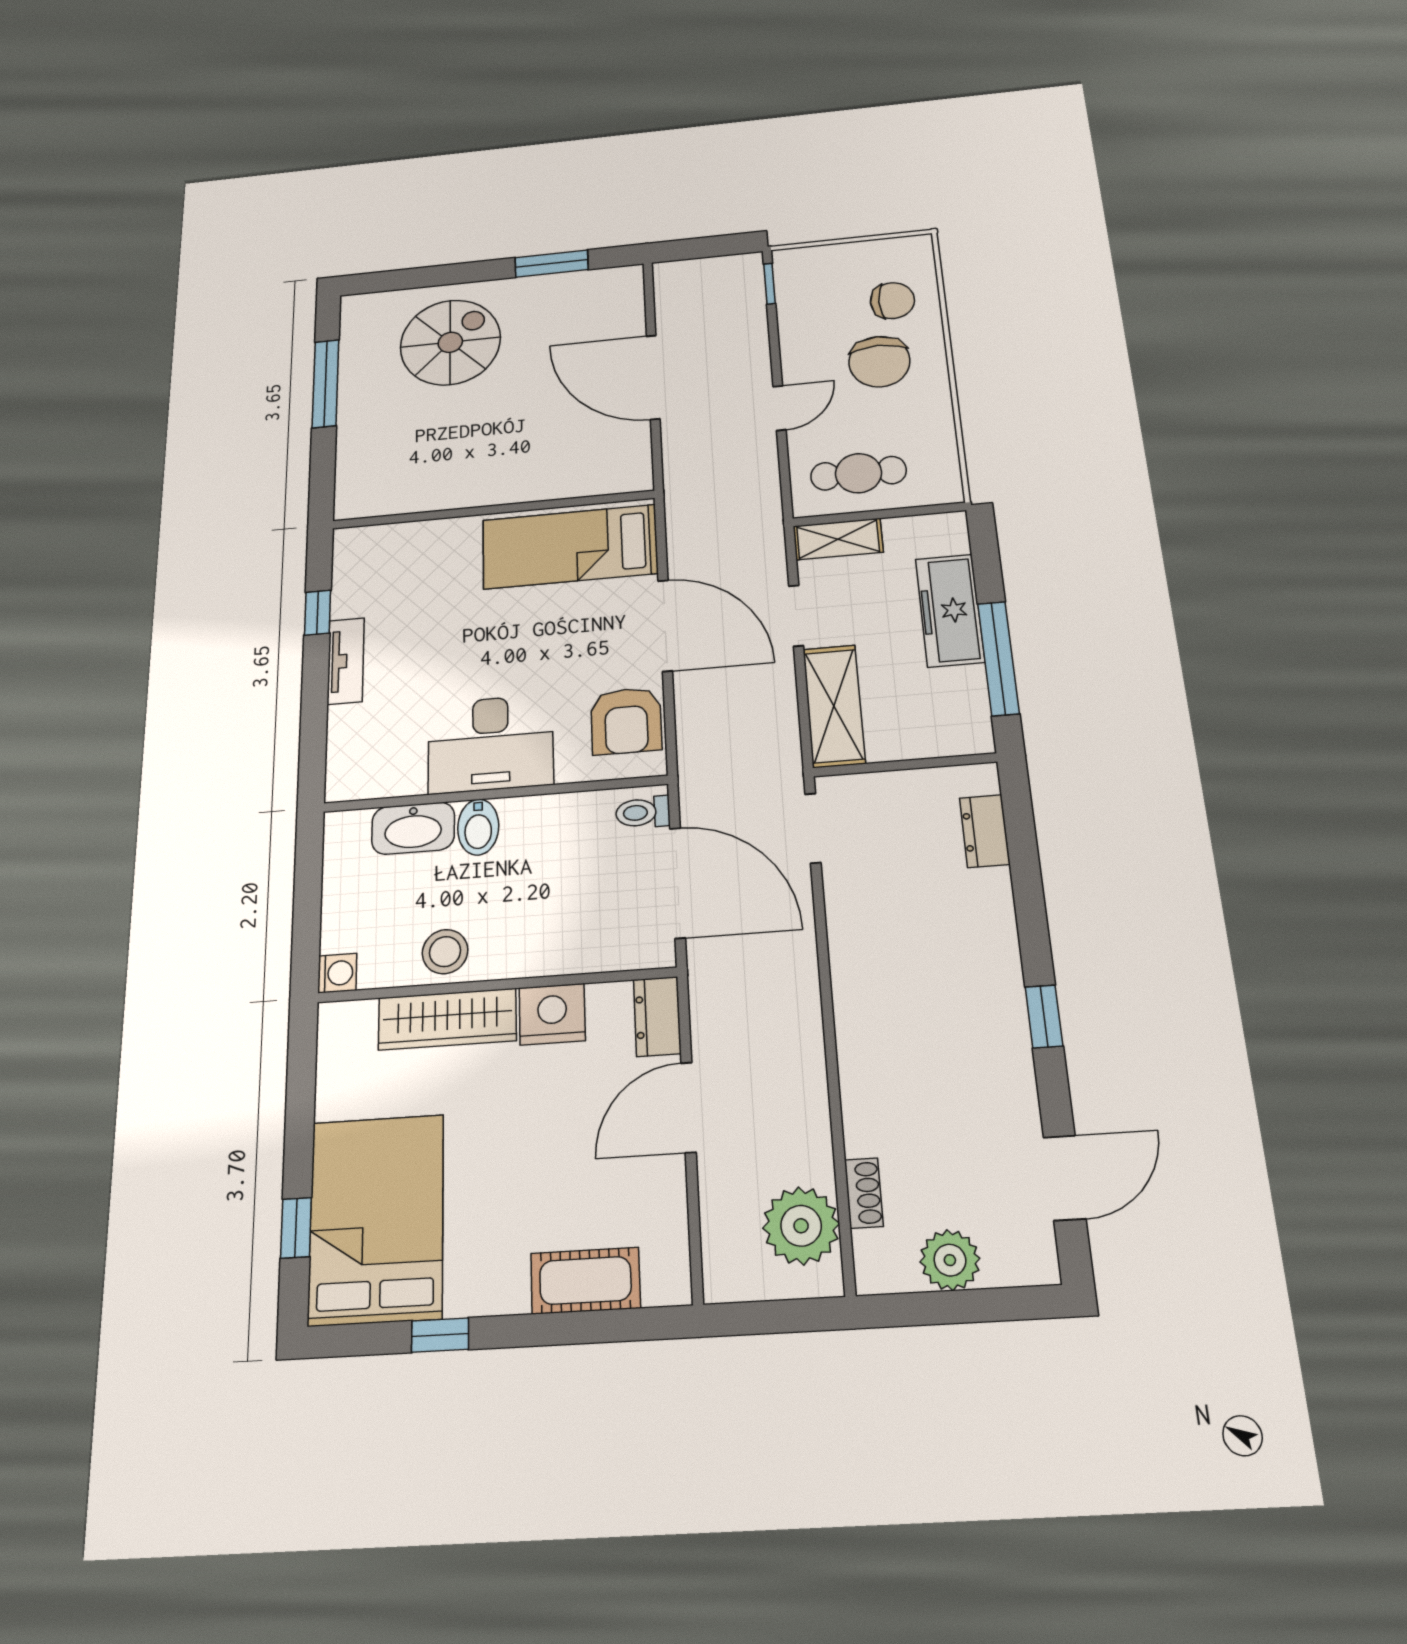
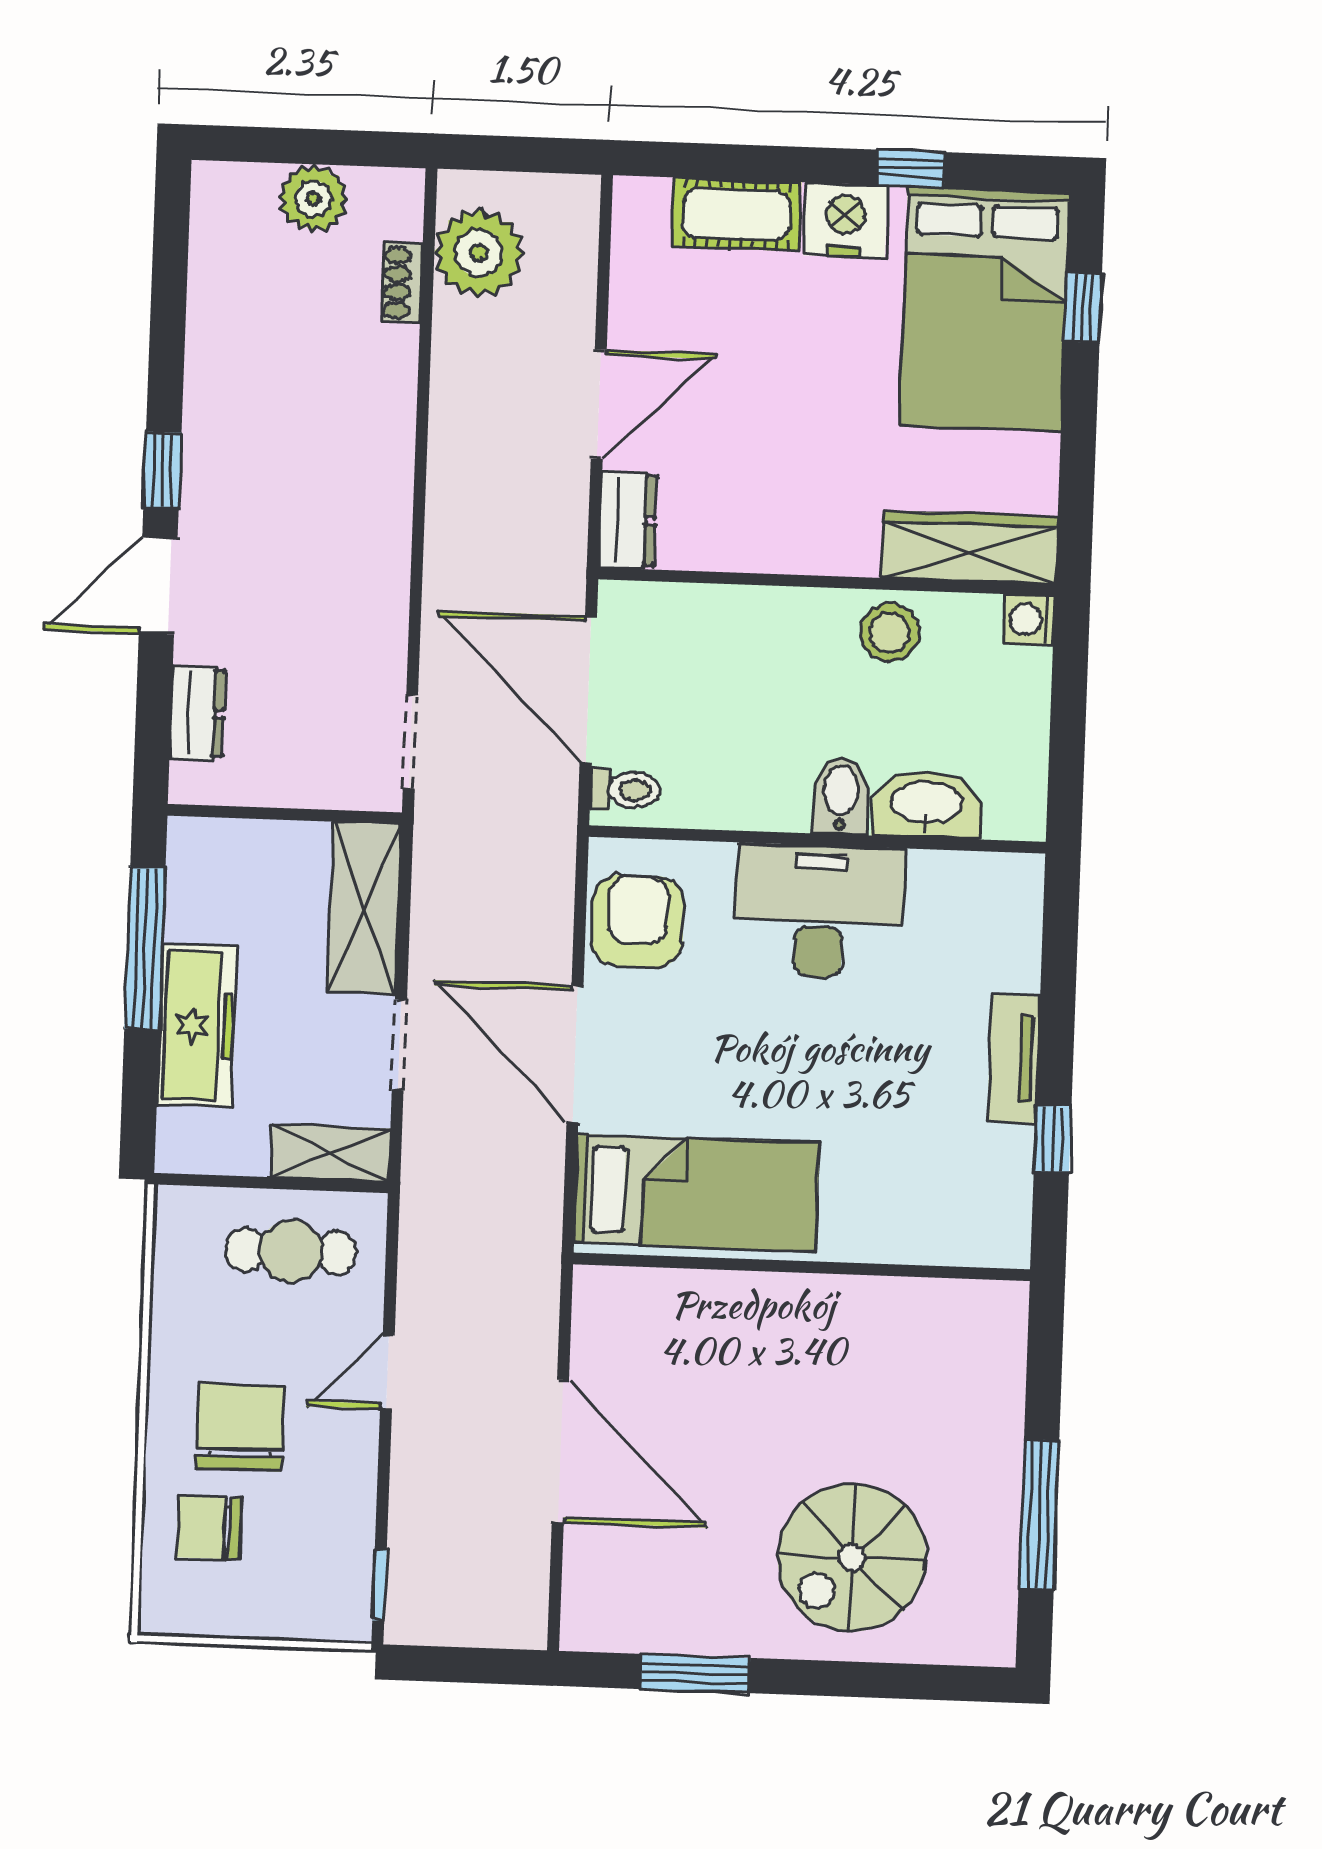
nightstand: (552, 1014) -> (845, 220), moved, turned 180
wardrobe: (447, 1019) -> (970, 548), moved
door: (1064, 1178) -> (158, 586), moved

